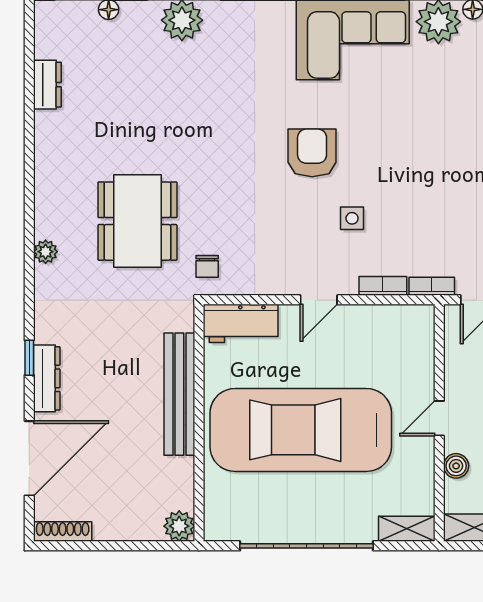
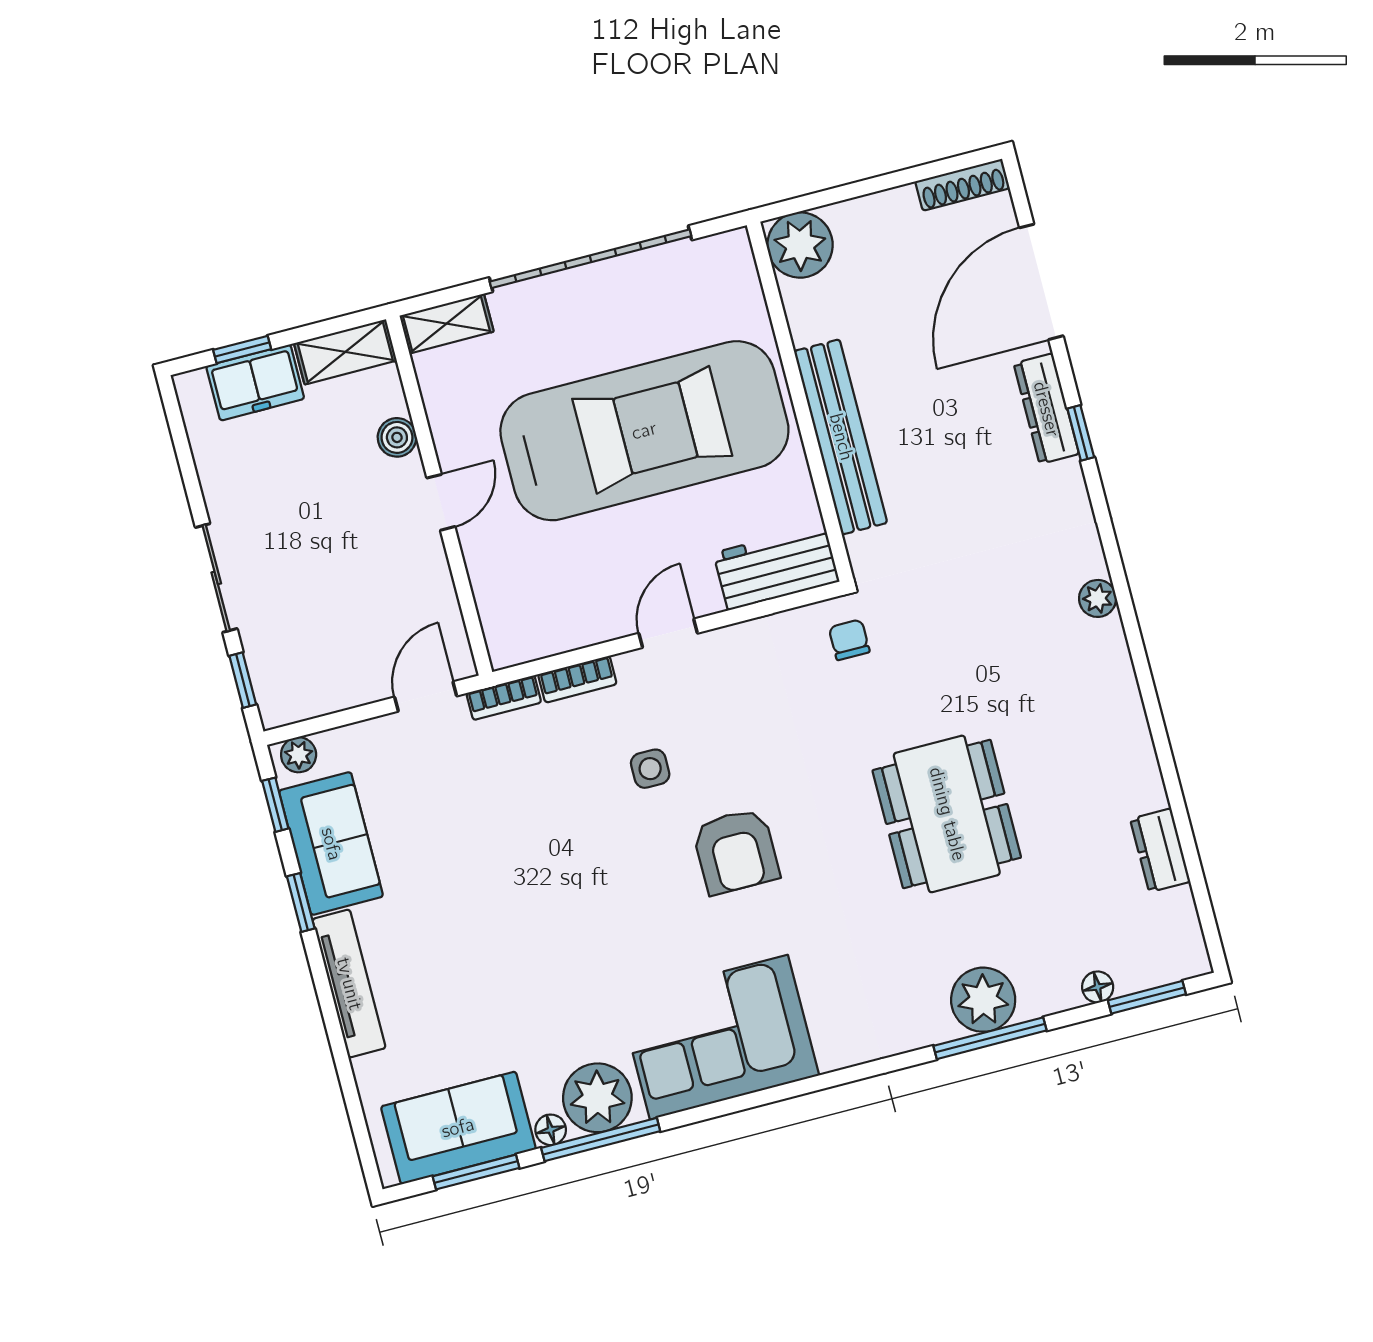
dining table: (137, 221) -> (947, 814), moved
plant: (179, 526) -> (800, 245), width x1.36, depth x1.36

